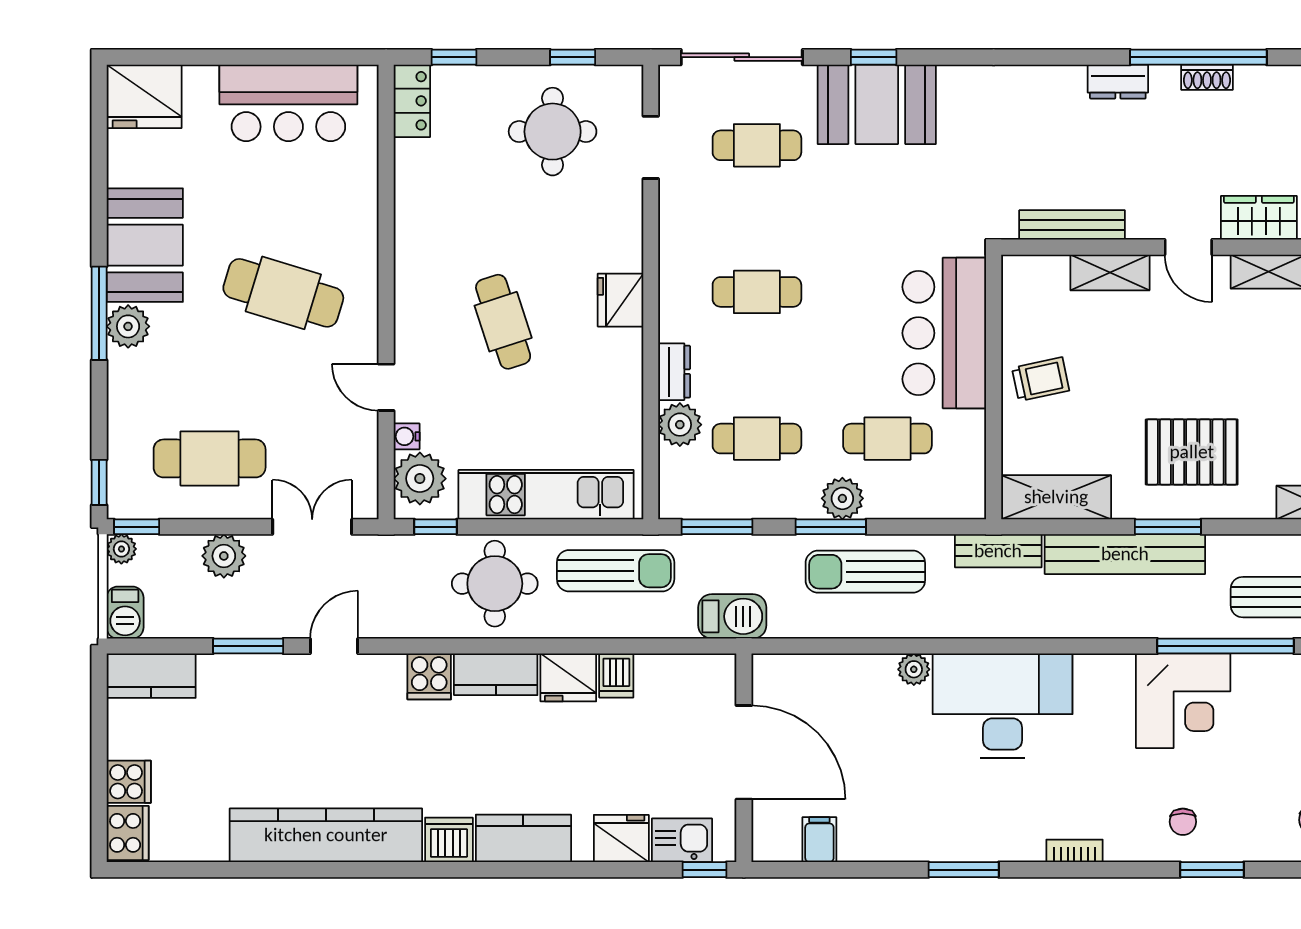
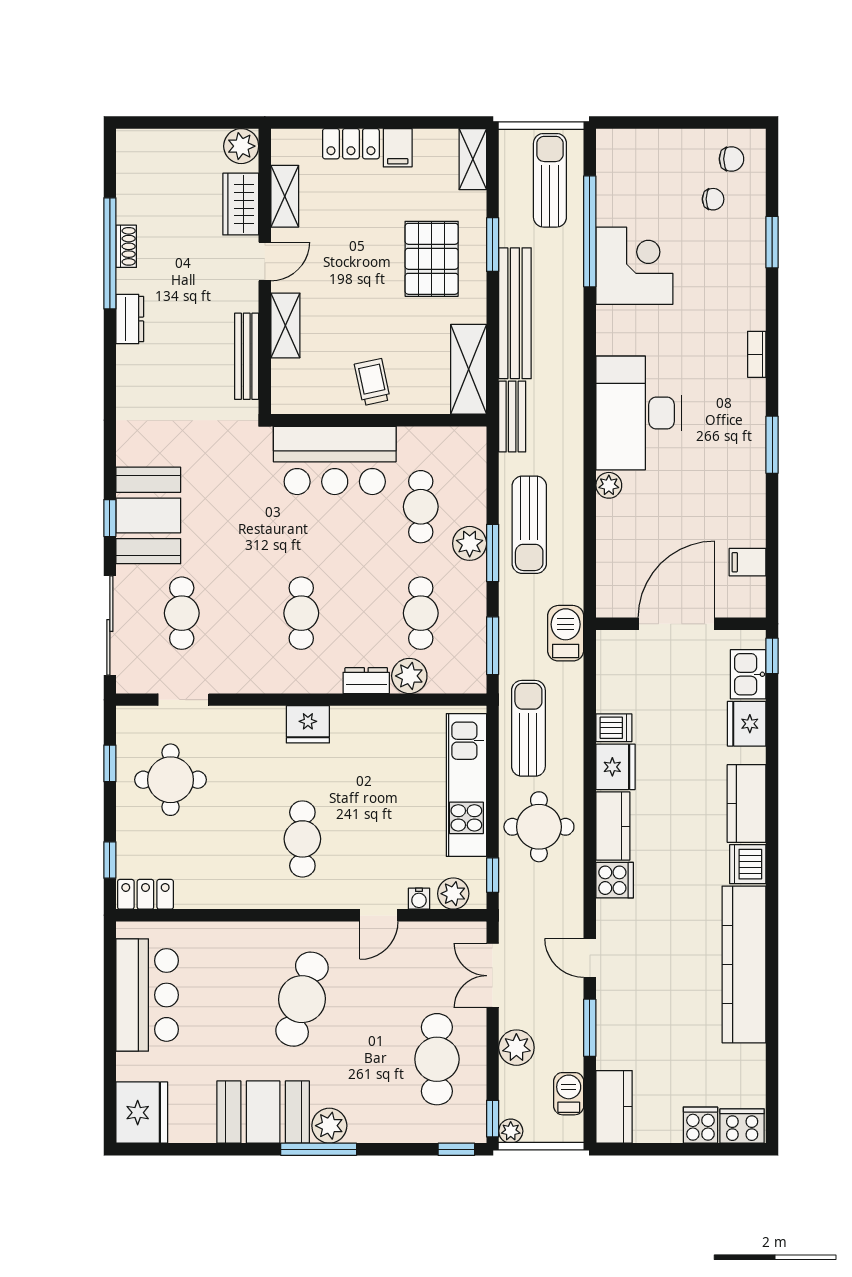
cafe table: (503, 322) -> (302, 839), moved, turned -72
plant: (420, 479) -> (453, 894), width x0.73, depth x0.73
window: (1168, 527) -> (493, 245), moved
barbecue: (125, 613) -> (569, 1094), moved, turned -90
chair: (1183, 822) -> (713, 199), moved

